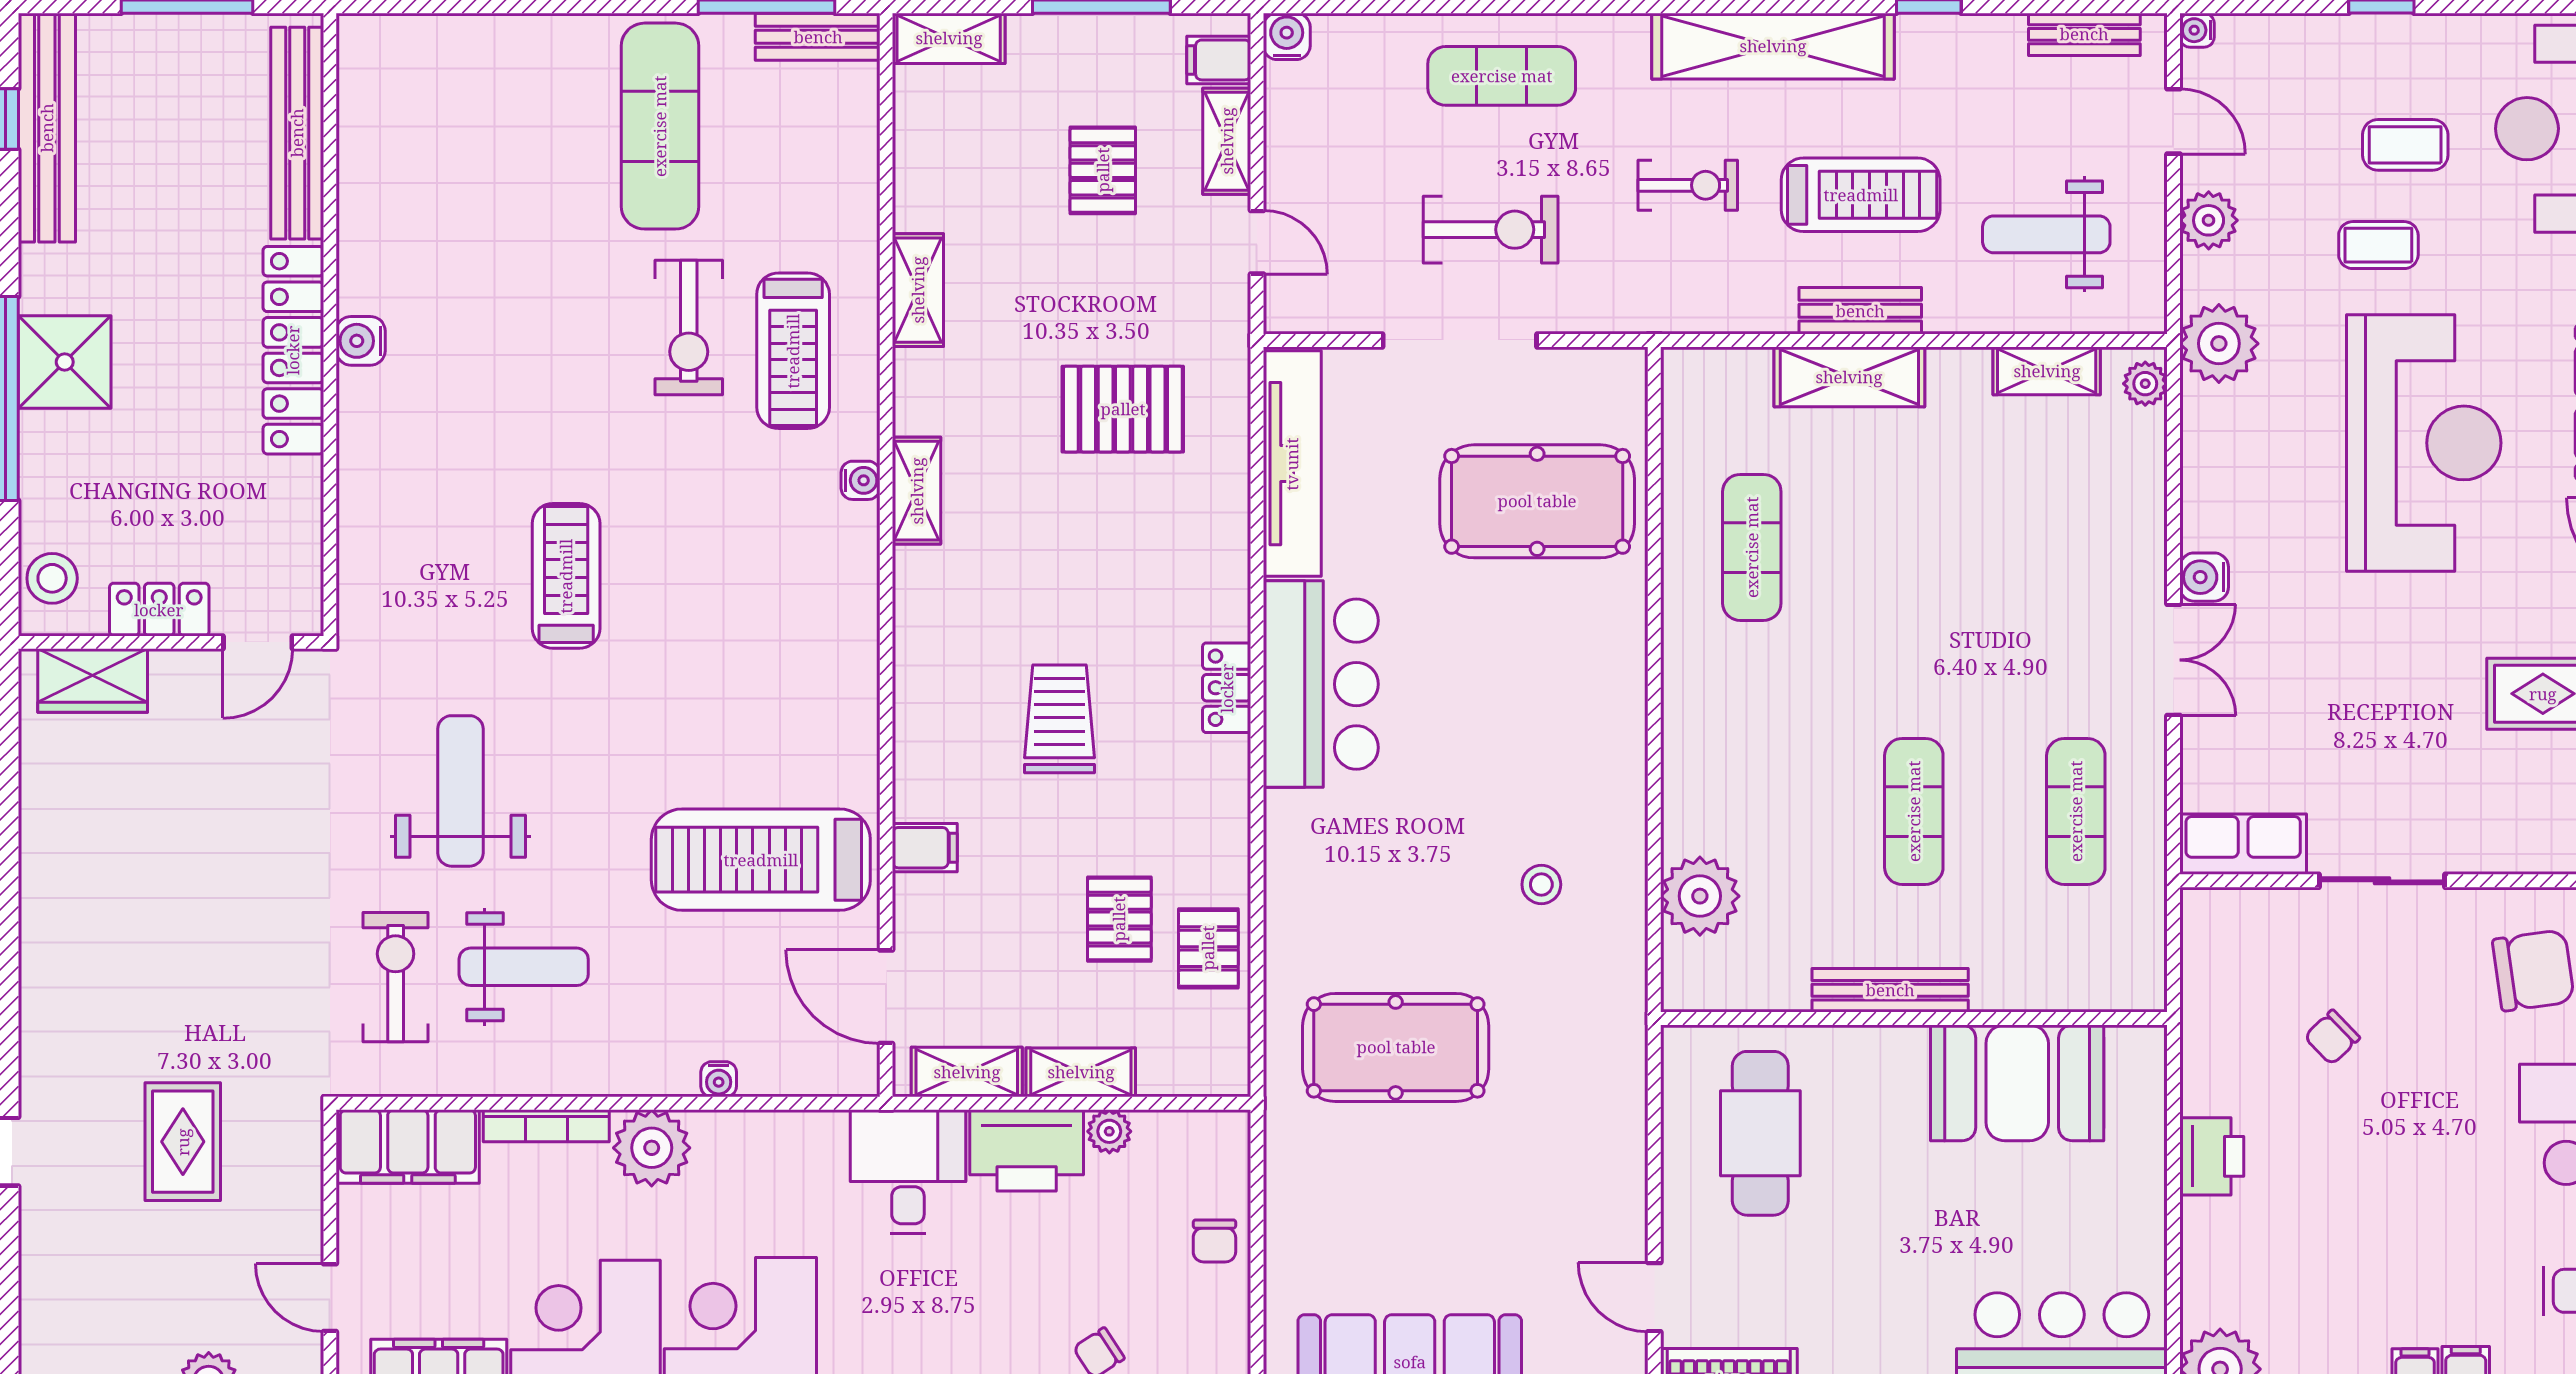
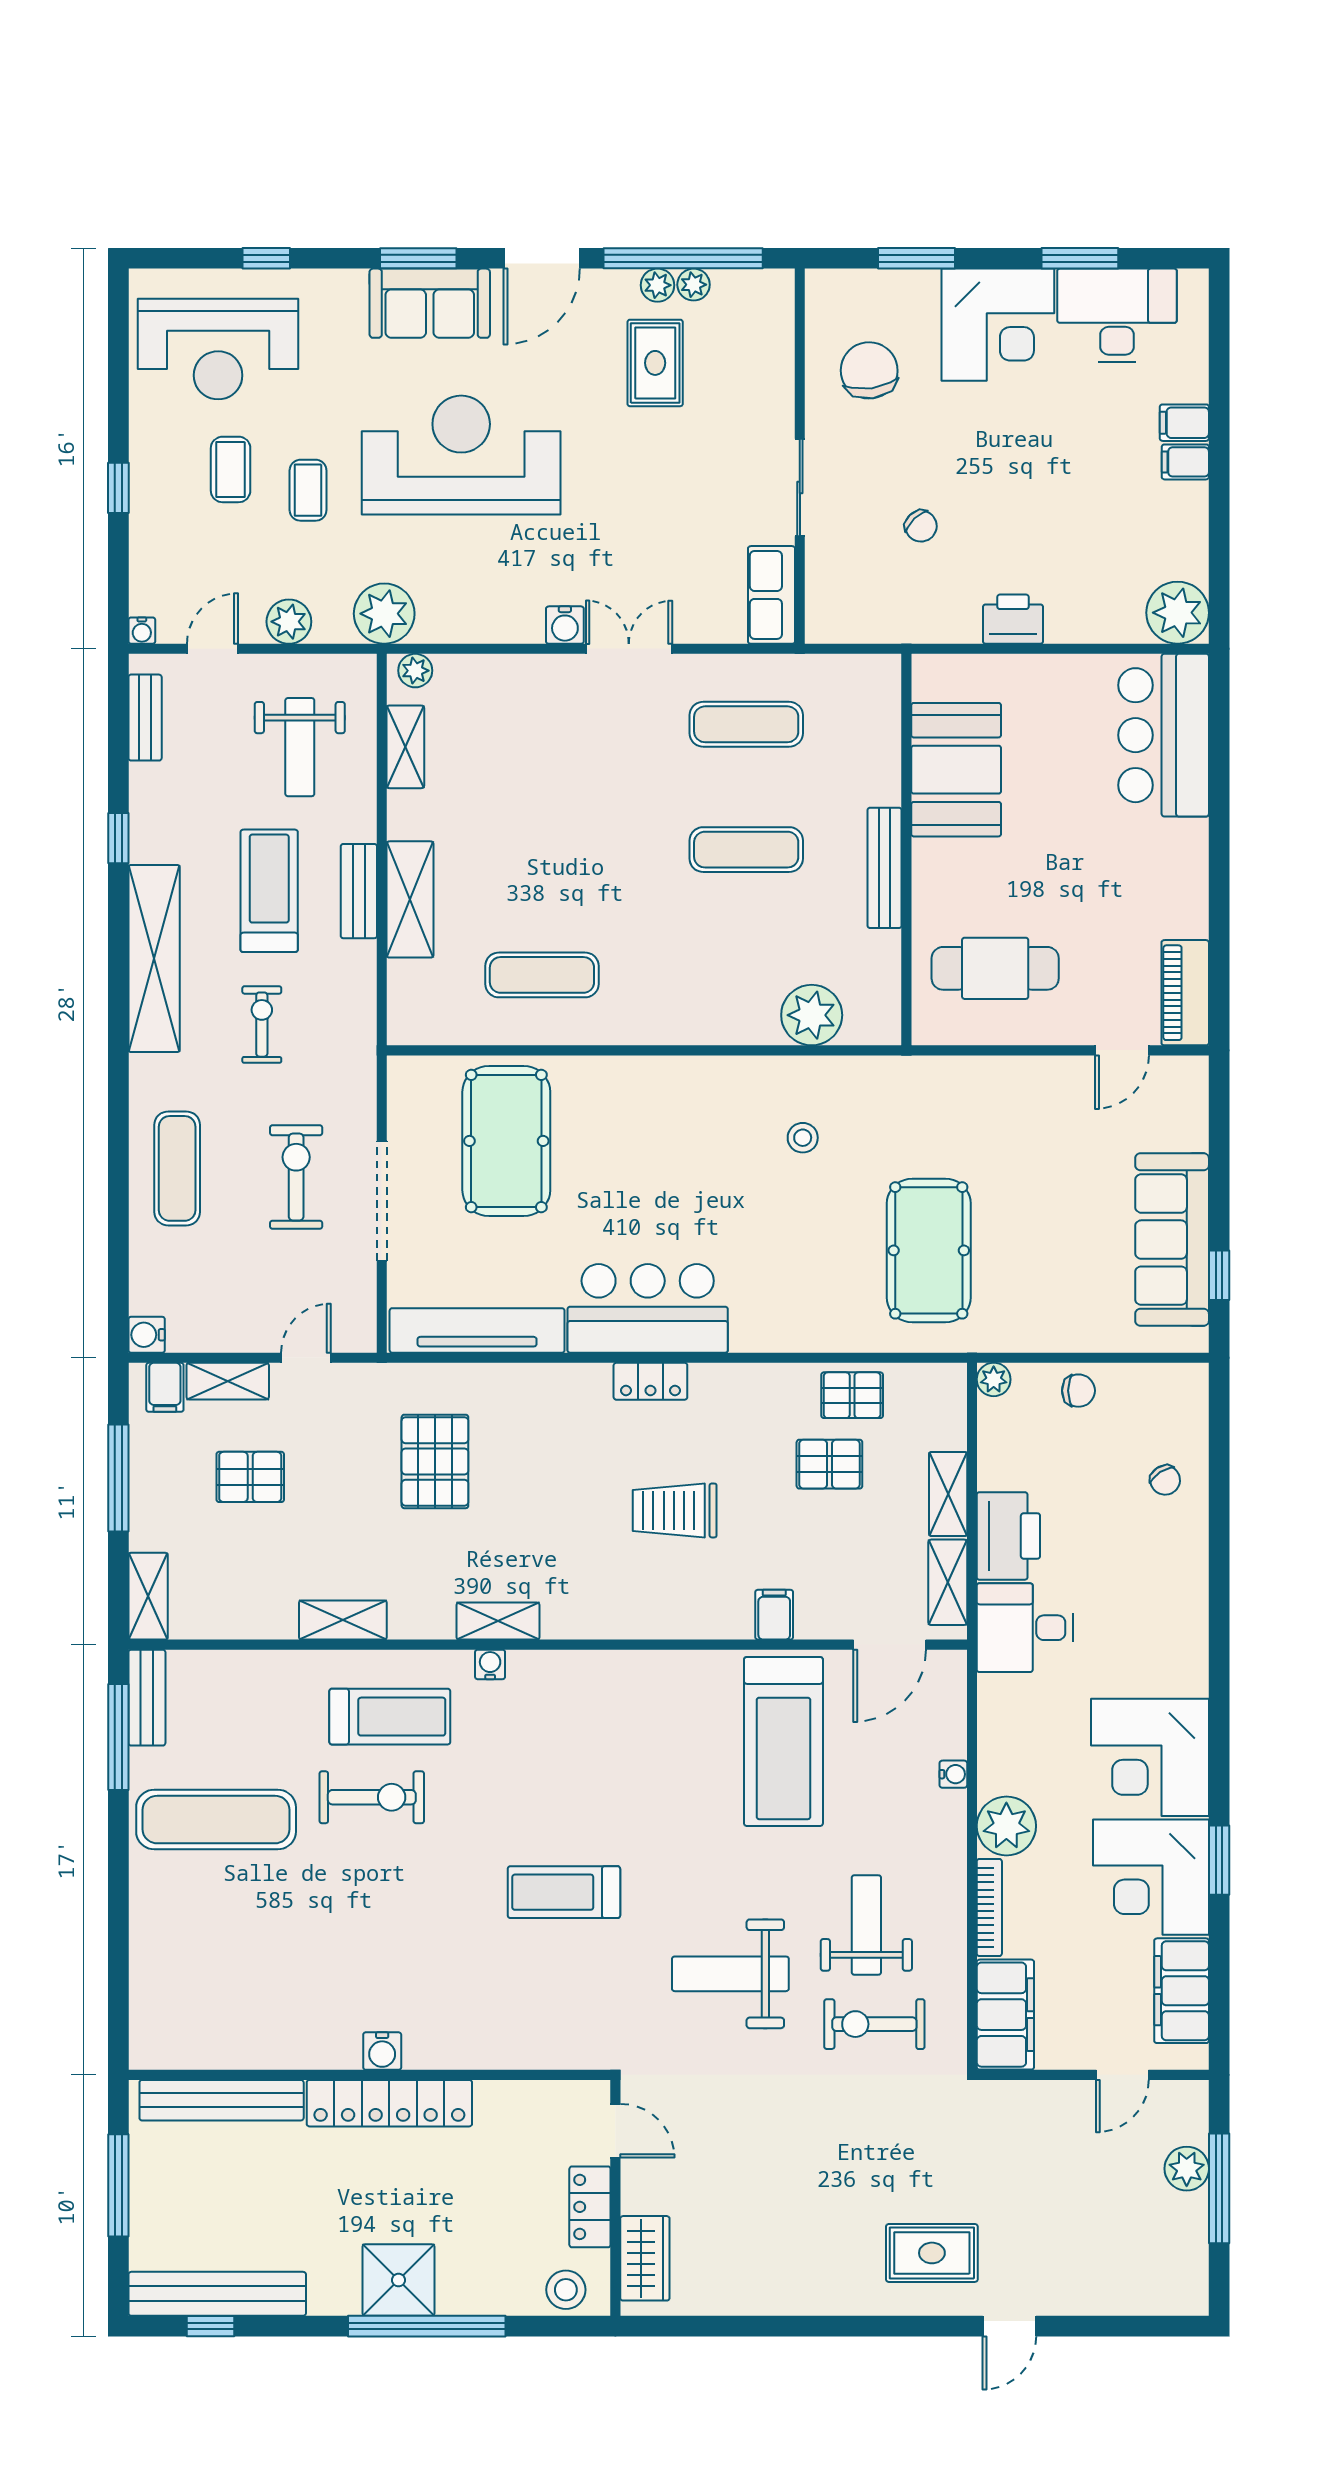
plant: (1109, 1131) -> (994, 1379), moved
rug: (183, 1142) -> (932, 2253), moved

